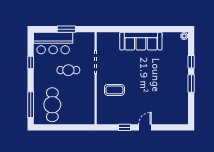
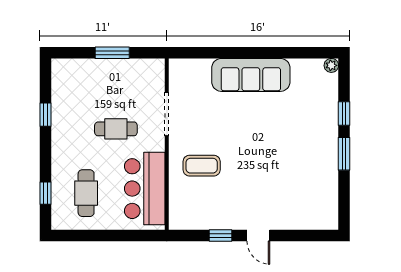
bar counter: (53, 43) -> (145, 189), moved, turned 90
window: (31, 105) -> (46, 193), width x0.46
cafe table: (52, 105) -> (86, 193), width x0.73, depth x0.74
door: (145, 127) -> (258, 236), swing flipped

